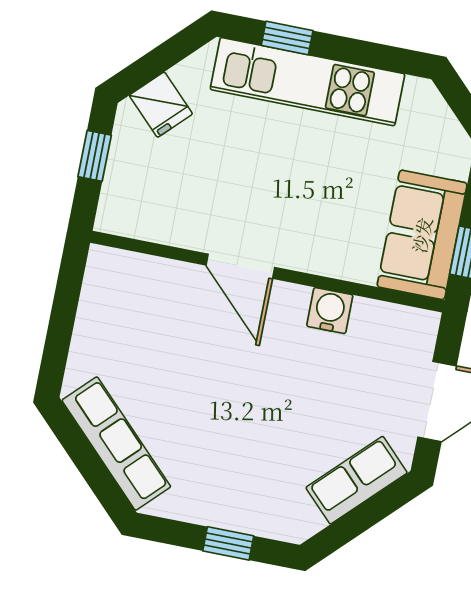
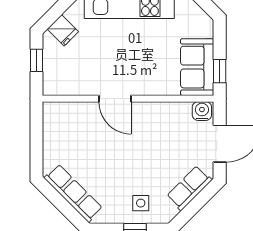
water cooler: (330, 311) -> (202, 111), moved
side table: (251, 491) -> (141, 203), added

